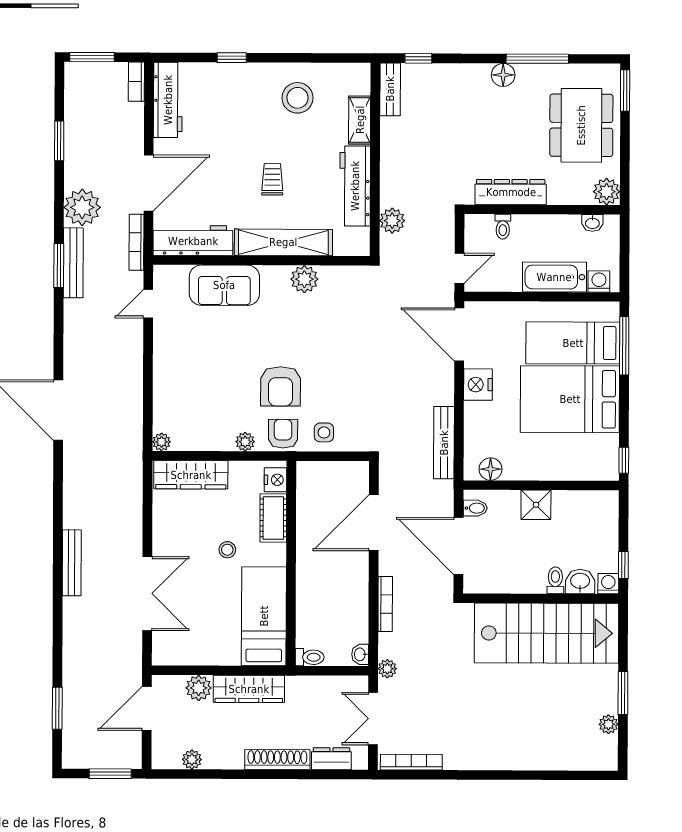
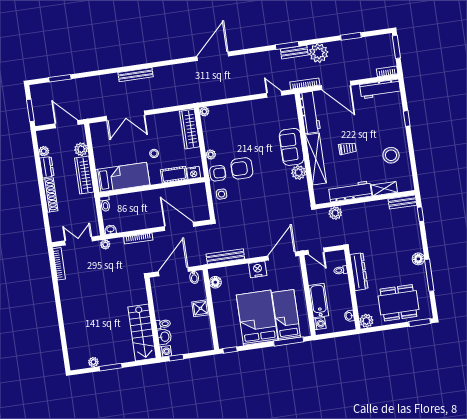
bench: (73, 263) -> (294, 52), width x0.73
sofa: (224, 285) -> (292, 147), moved
stairs: (546, 633) -> (142, 332), width x0.73, depth x0.66
dresser: (331, 759) -> (47, 167), moved

